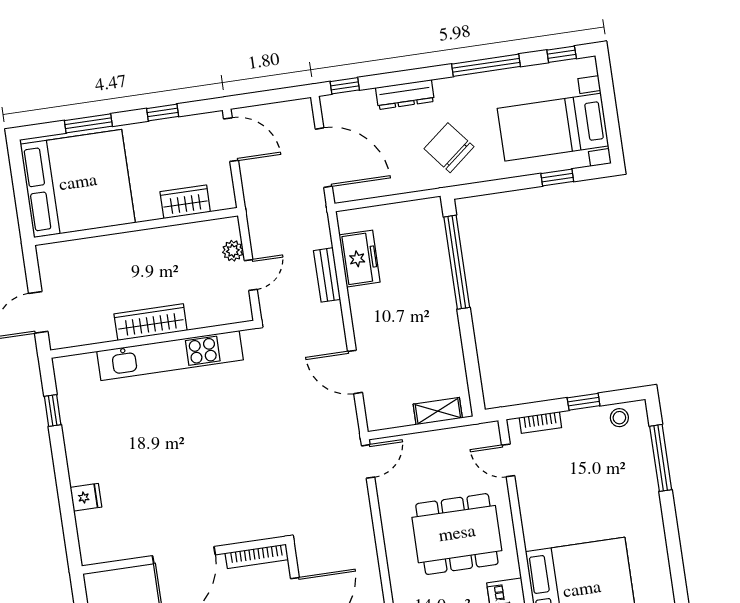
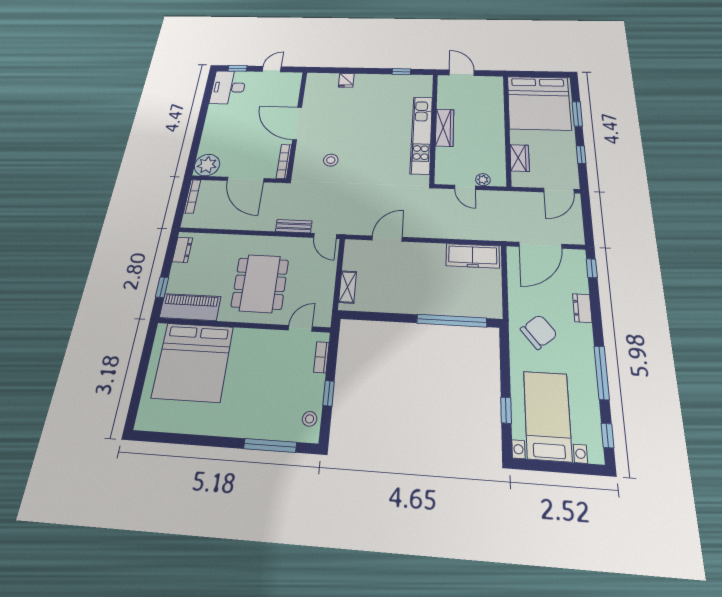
dresser: (405, 95) -> (582, 308), width x0.70
freezer: (360, 259) -> (473, 256), width x1.40
bench: (327, 275) -> (294, 226), moved
stool: (241, 485) -> (331, 160), added

